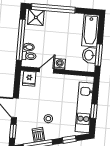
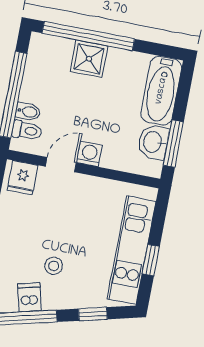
shower: (36, 17) -> (89, 59), moved

